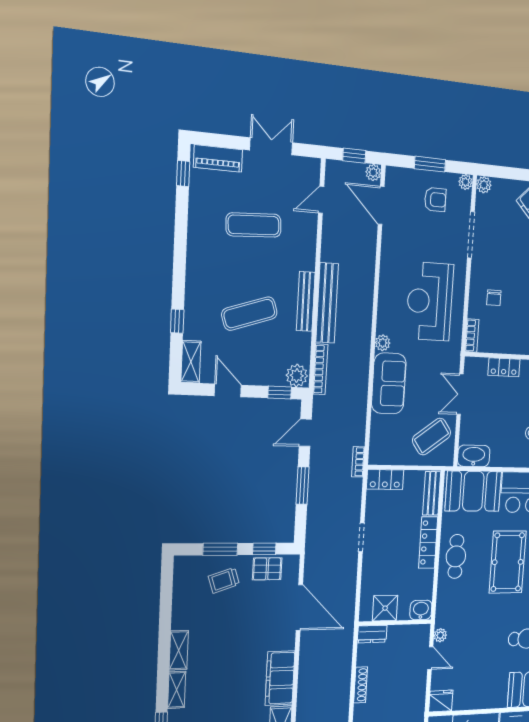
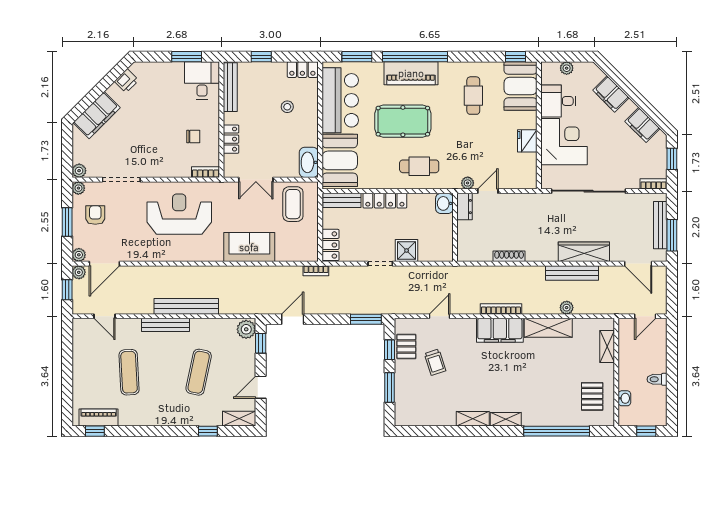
double door: (271, 146) -> (67, 361), removed
piano: (218, 158) -> (99, 417), moved, turned -90
chair: (494, 298) -> (193, 136), moved
bench: (306, 301) -> (165, 325), moved
reception desk: (430, 301) -> (179, 214), turned 180
exercise mat: (249, 314) -> (199, 372), turned 30
plant: (383, 343) -> (79, 255), moved
bookcase: (320, 369) -> (501, 309), moved
door: (305, 433) -> (293, 319), swing flipped
coffee table: (432, 437) -> (293, 204), turned 36
window: (303, 486) -> (366, 319), moved
cafe table: (456, 556) -> (419, 166), moved
trolley: (224, 580) -> (435, 362), moved
door: (299, 608) -> (440, 316), width x0.53
shower: (385, 608) -> (407, 251), moved
dresser: (372, 634) -> (465, 207), moved
fridge: (441, 701) -> (527, 141), moved

